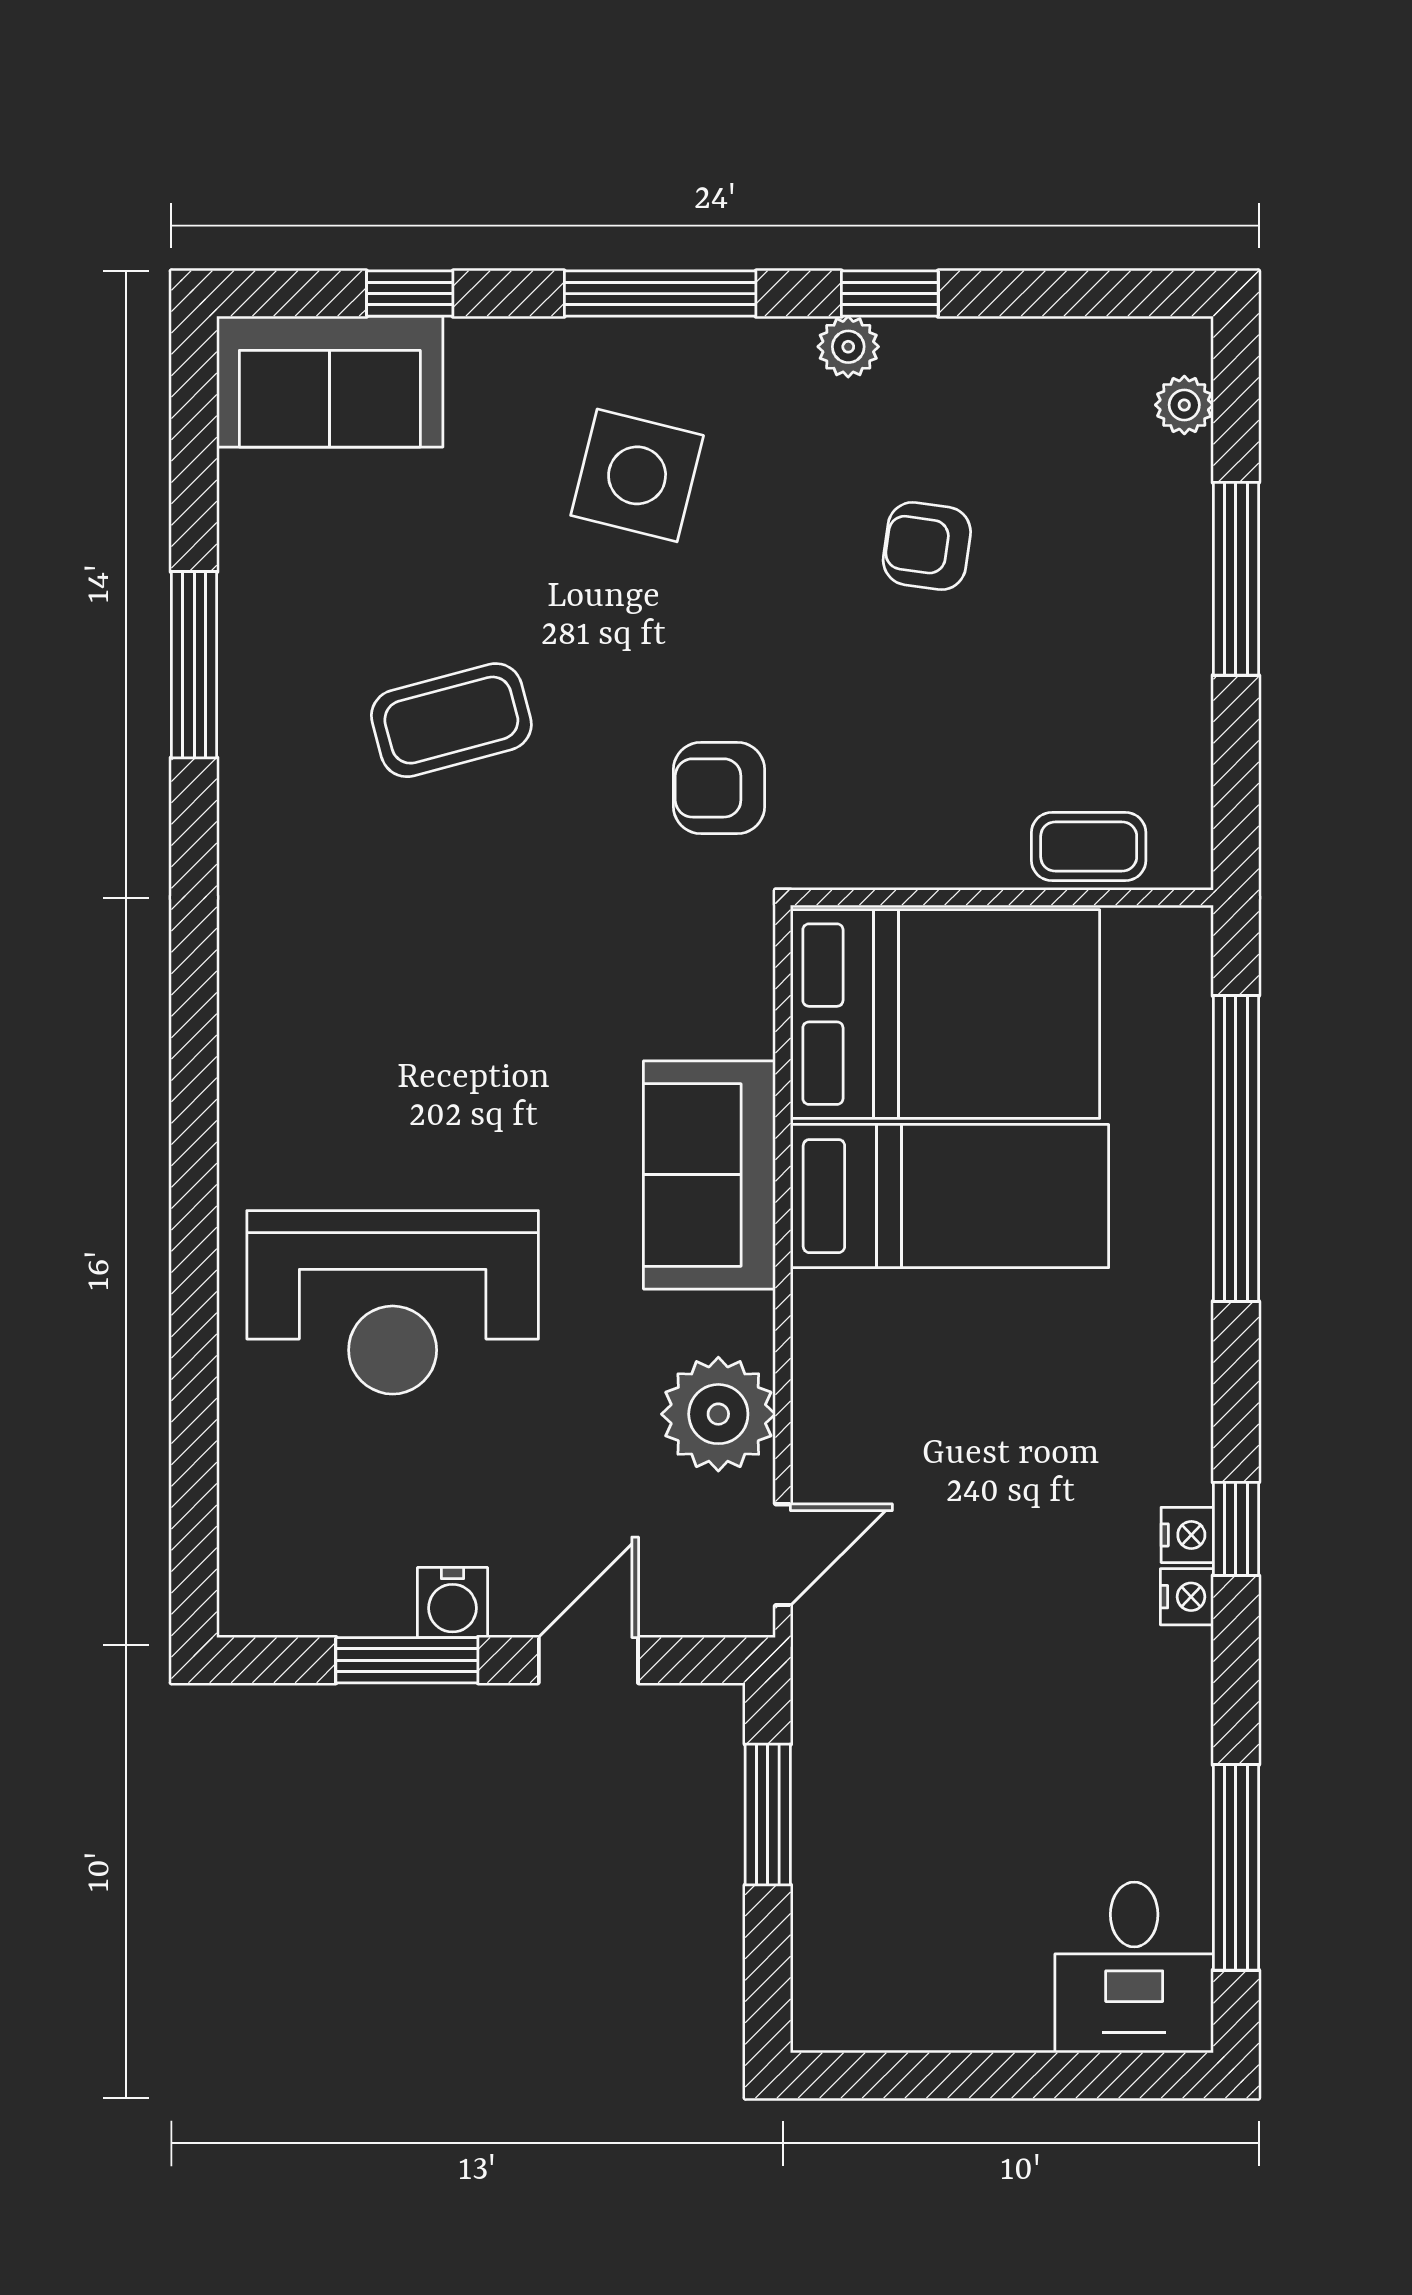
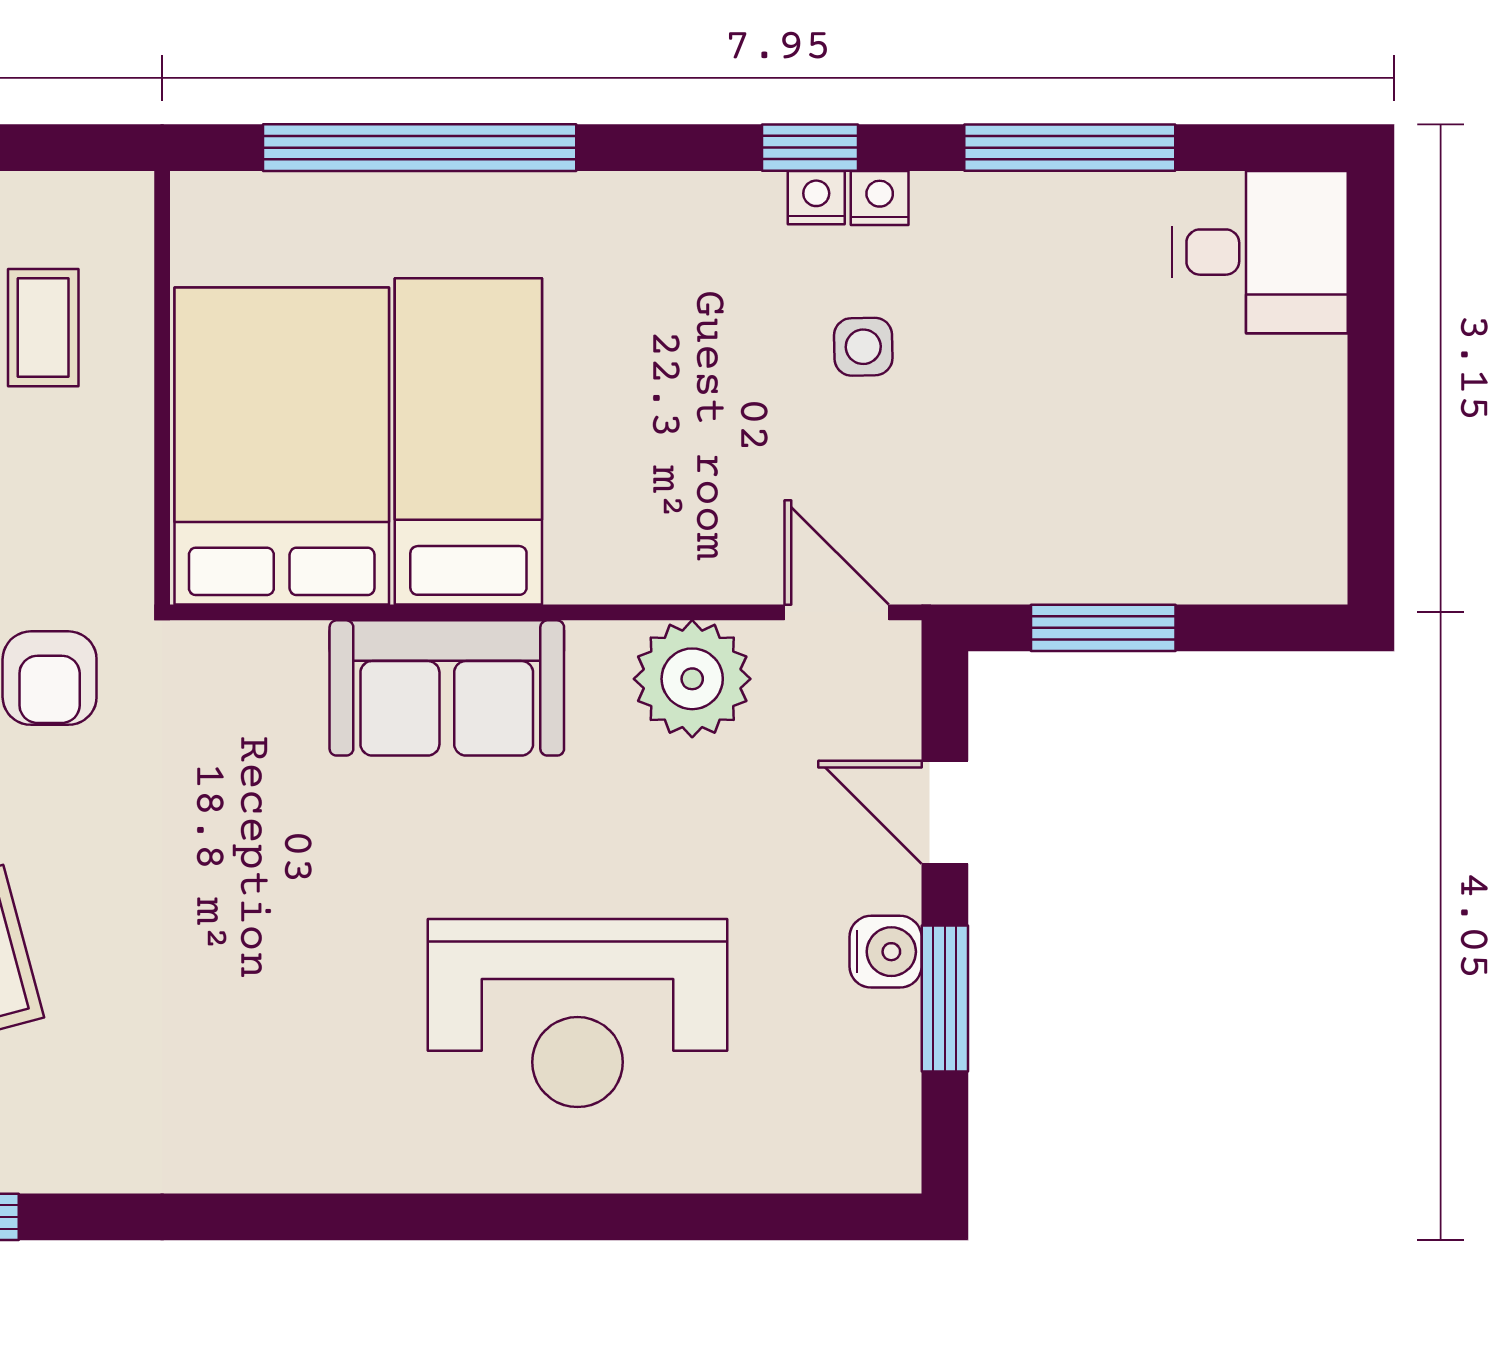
coffee table: (1089, 847) -> (43, 328), moved
reception desk: (393, 1302) -> (577, 1013), turned 90
side table: (1042, 1581) -> (863, 347), added
window: (1236, 1867) -> (1070, 148), moved

